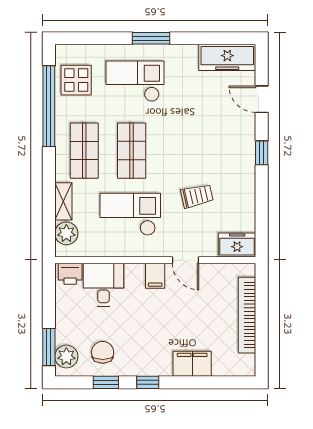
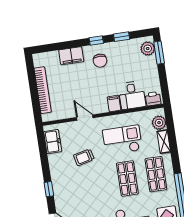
checkout: (130, 214) -> (122, 140), turned 180
freezer: (237, 245) -> (53, 142), moved, turned -90
filing cabinet: (155, 276) -> (114, 103), moved
chair: (103, 352) -> (100, 61), moved

